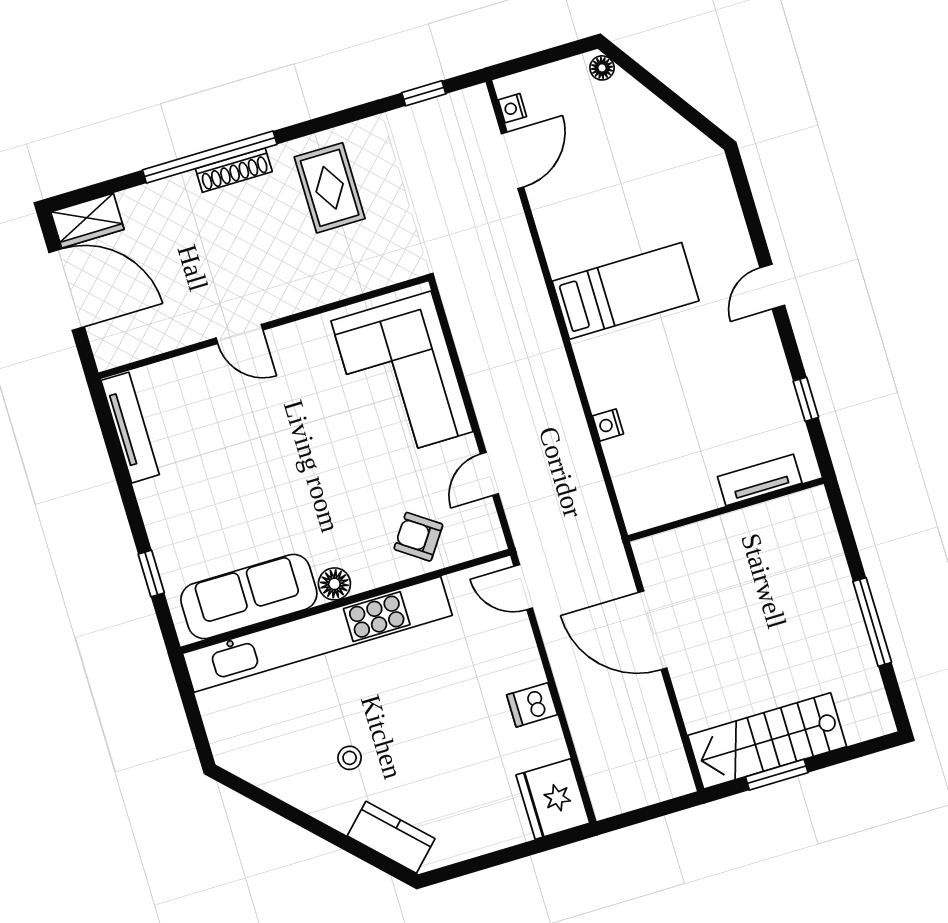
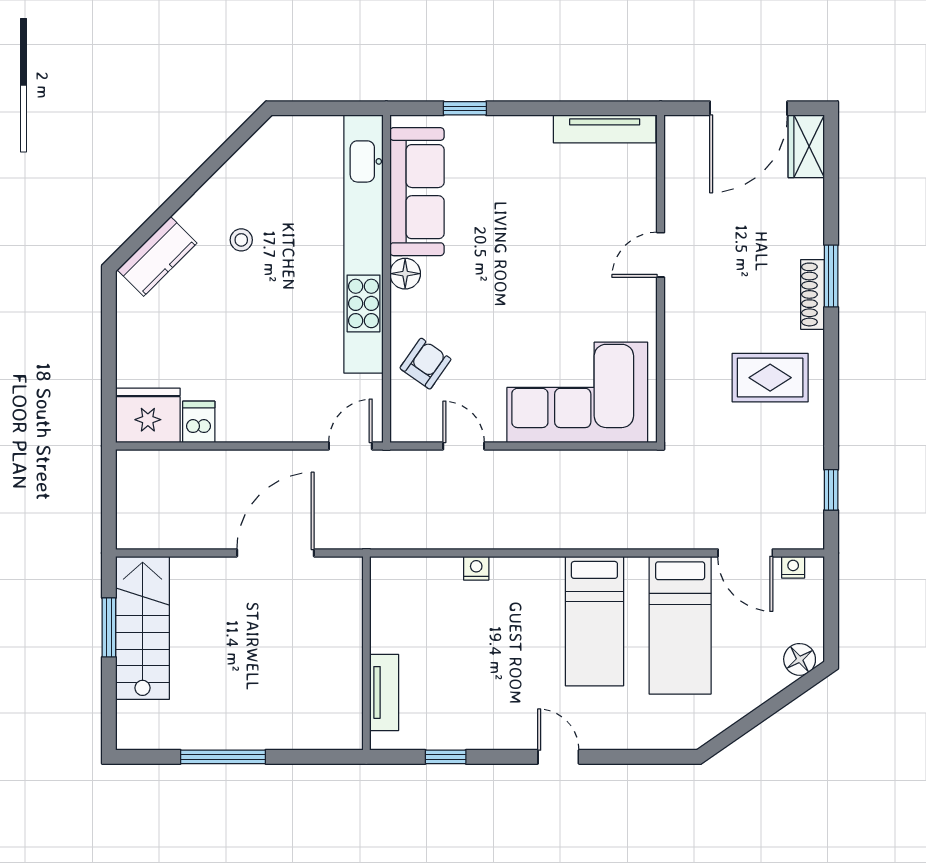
floor lamp: (602, 68) -> (800, 659), width x1.37, depth x1.37
window: (210, 157) -> (831, 276), width x0.47
bed: (604, 204) -> (680, 625), added
dishwasher: (532, 705) -> (199, 422), moved

